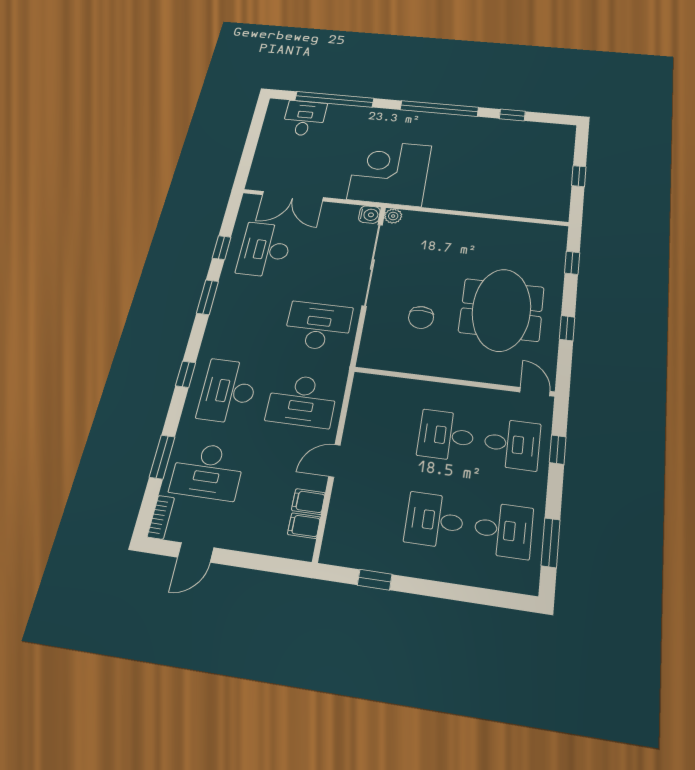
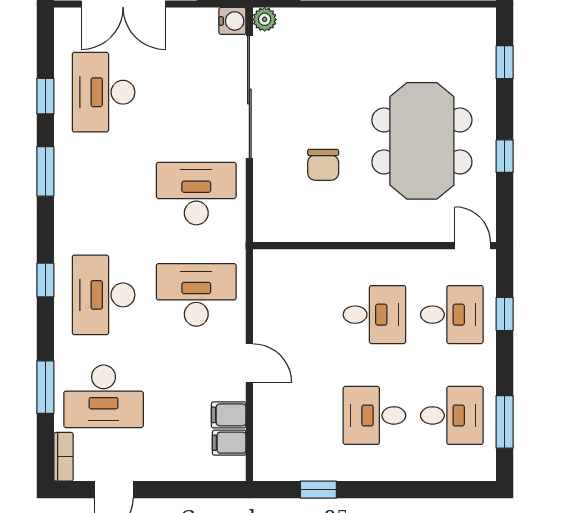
desk: (302, 401) -> (196, 295), turned 180
desk: (446, 435) -> (374, 315), turned 180
door: (334, 461) -> (249, 363), swing flipped

